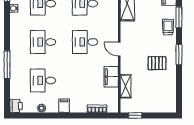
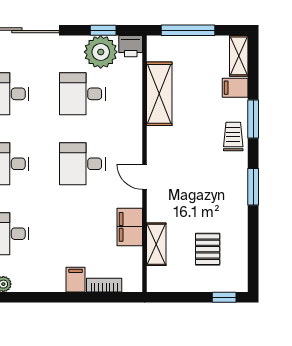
pallet: (157, 63) -> (208, 249), moved, turned 90
filing cabinet: (64, 106) -> (76, 280), moved
window: (135, 115) -> (224, 297), moved

